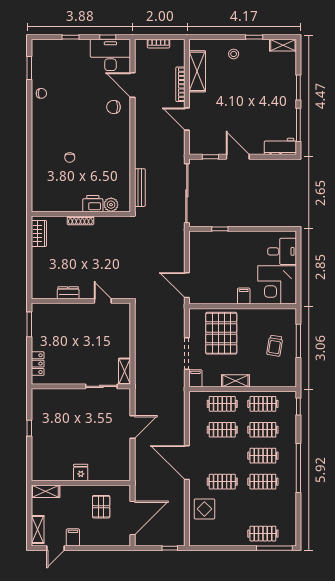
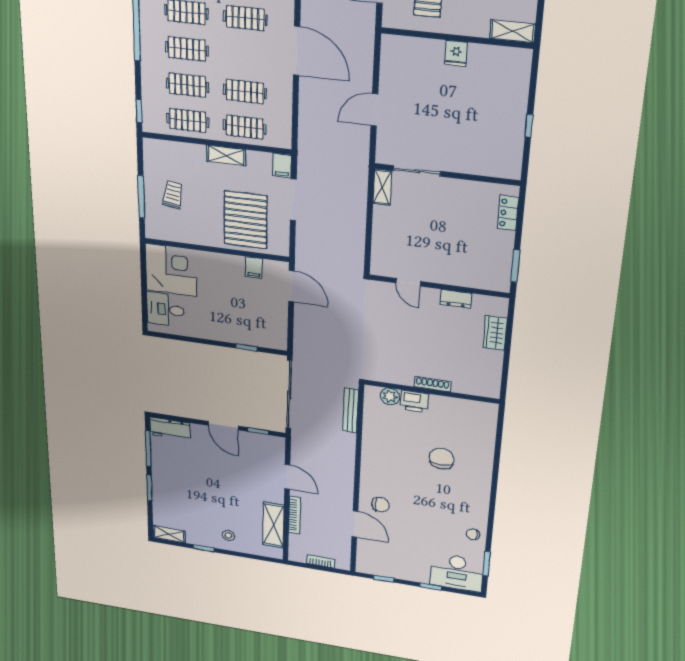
desk: (110, 55) -> (457, 572), moved
chair: (70, 157) -> (442, 458), width x1.87, depth x1.87
wardrobe: (39, 233) -> (495, 333), moved
filing cabinet: (244, 296) -> (254, 268), moved

